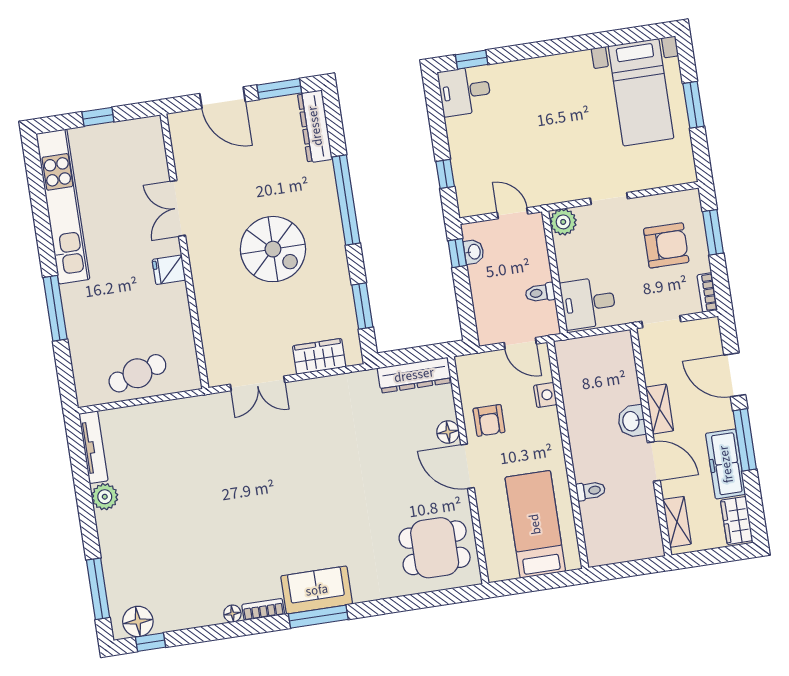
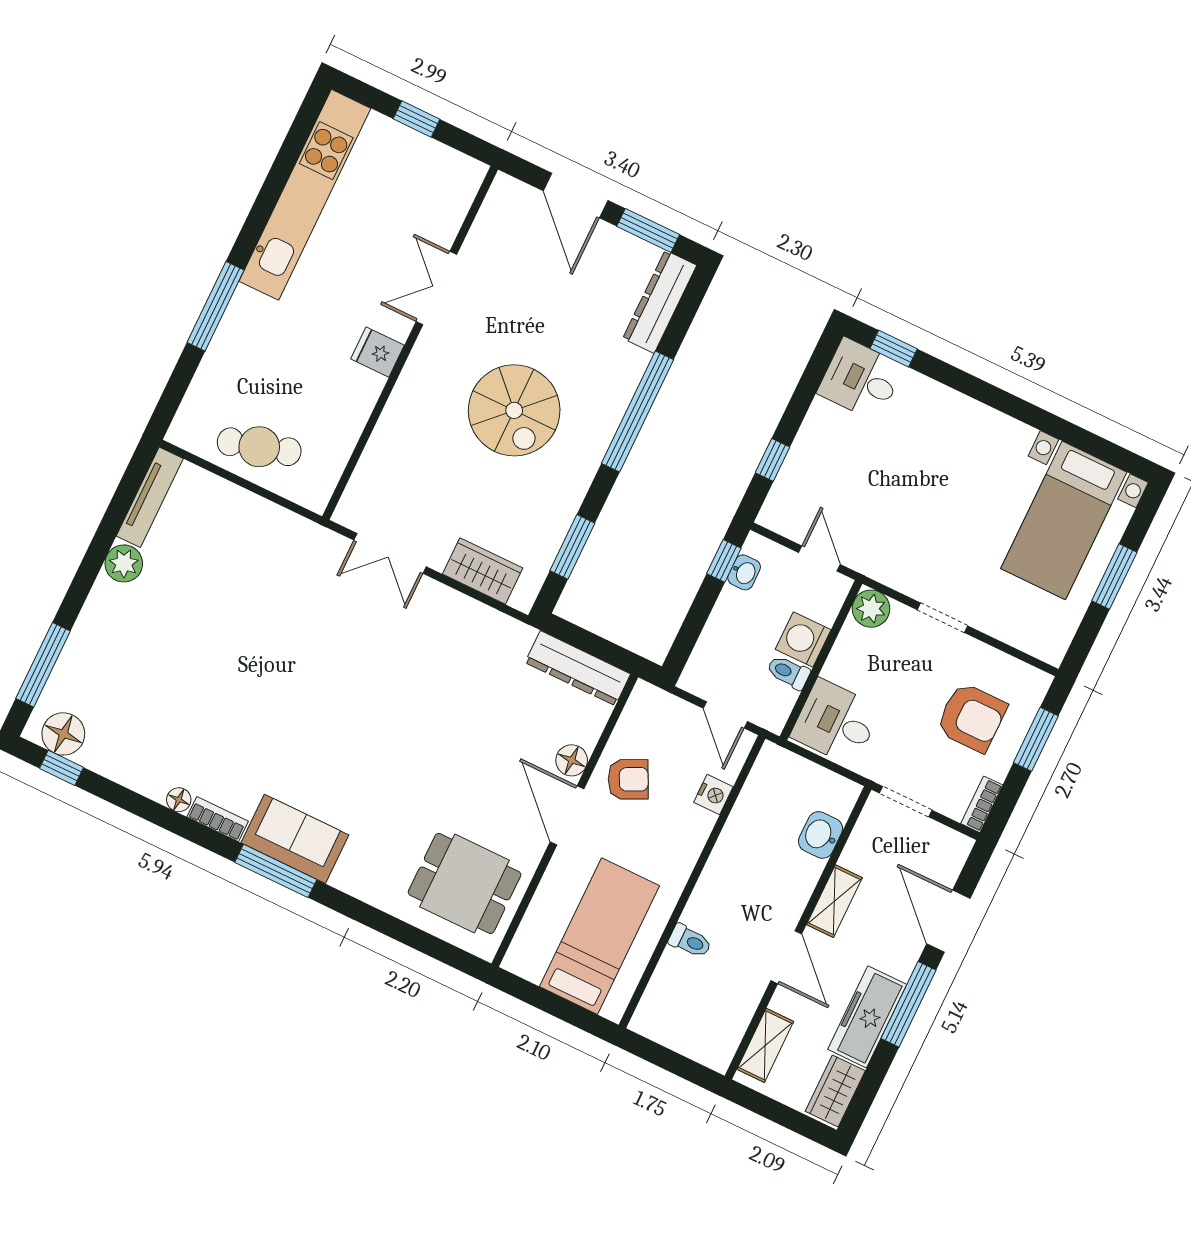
washing machine: (536, 267) -> (803, 640), added
armchair: (489, 420) -> (628, 779), turned -116
washbasin: (632, 421) -> (821, 835), moved

